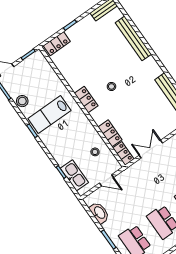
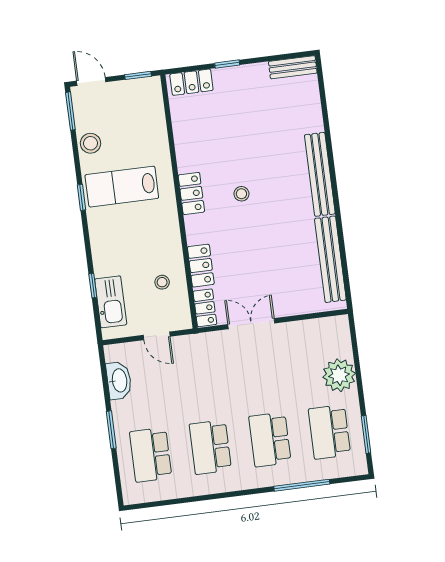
bench: (133, 38) -> (320, 174), moved

